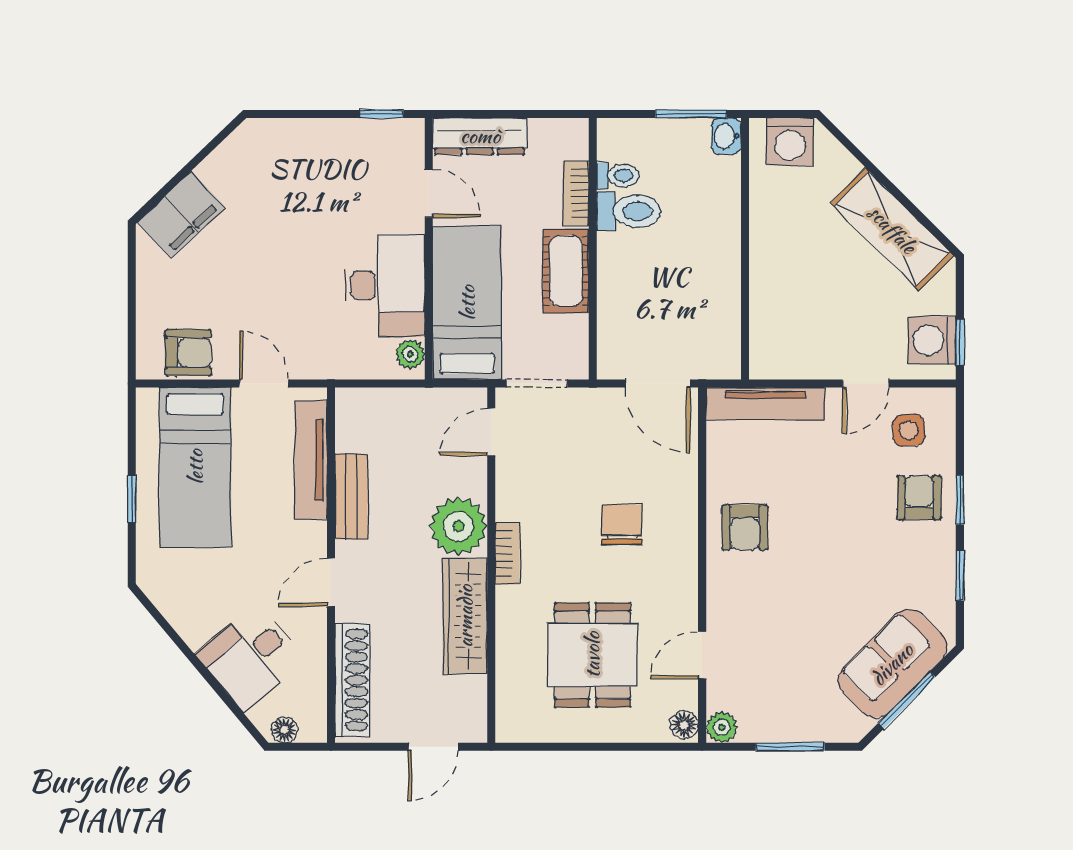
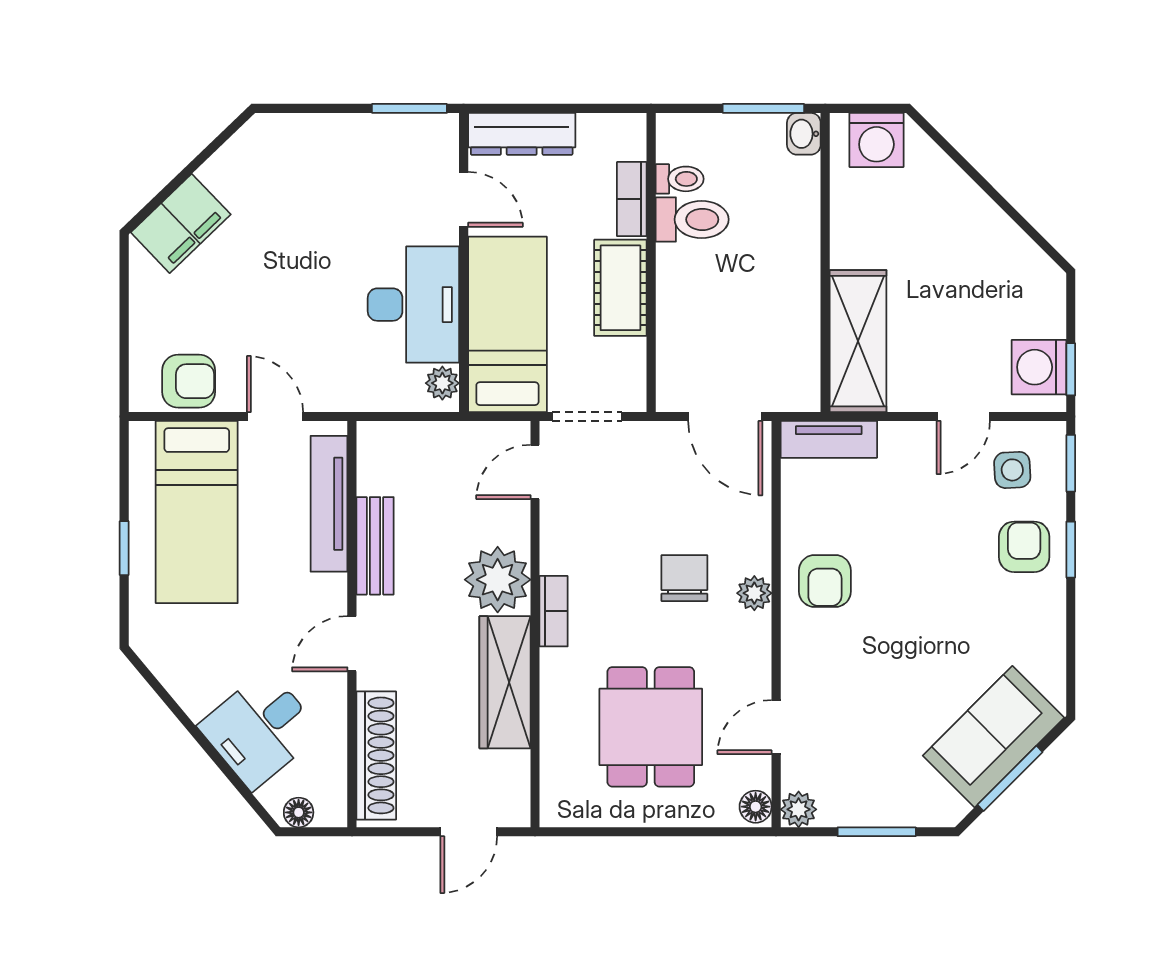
window: (381, 114) -> (409, 108), width x1.50
shelving: (892, 229) -> (858, 341), moved, turned 45
tv unit: (765, 403) -> (829, 439), width x0.71
plant: (683, 538) -> (754, 593), added
window: (960, 576) -> (1071, 463), moved

